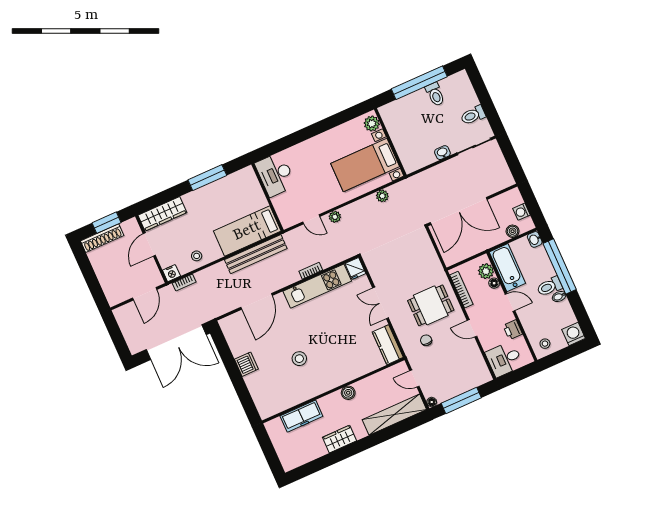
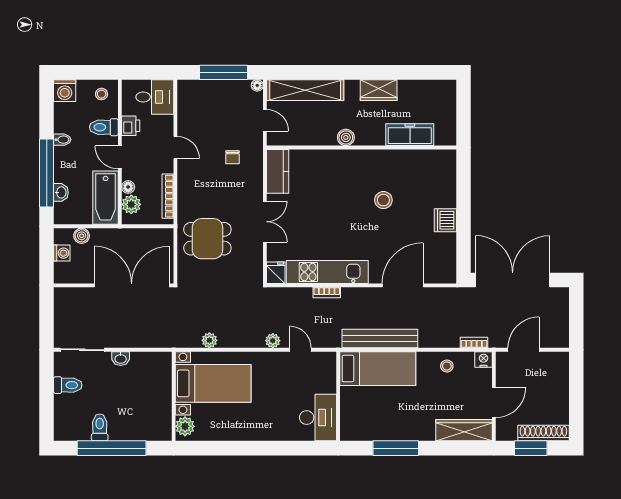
washbasin: (535, 239) -> (61, 192), moved
toilet: (549, 287) -> (104, 127), moved, turned 180
dining table: (431, 305) -> (207, 239), moved

